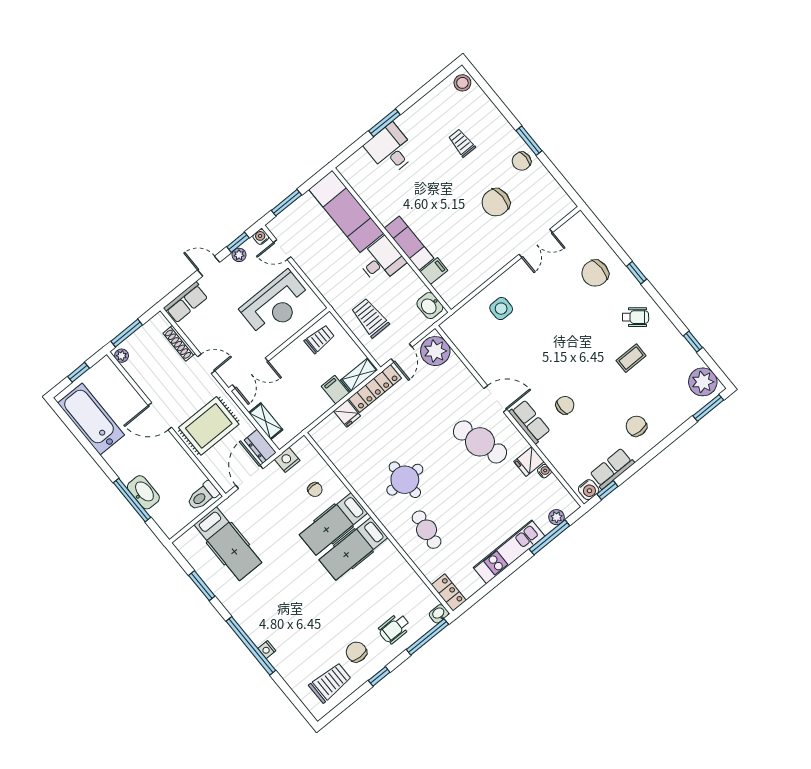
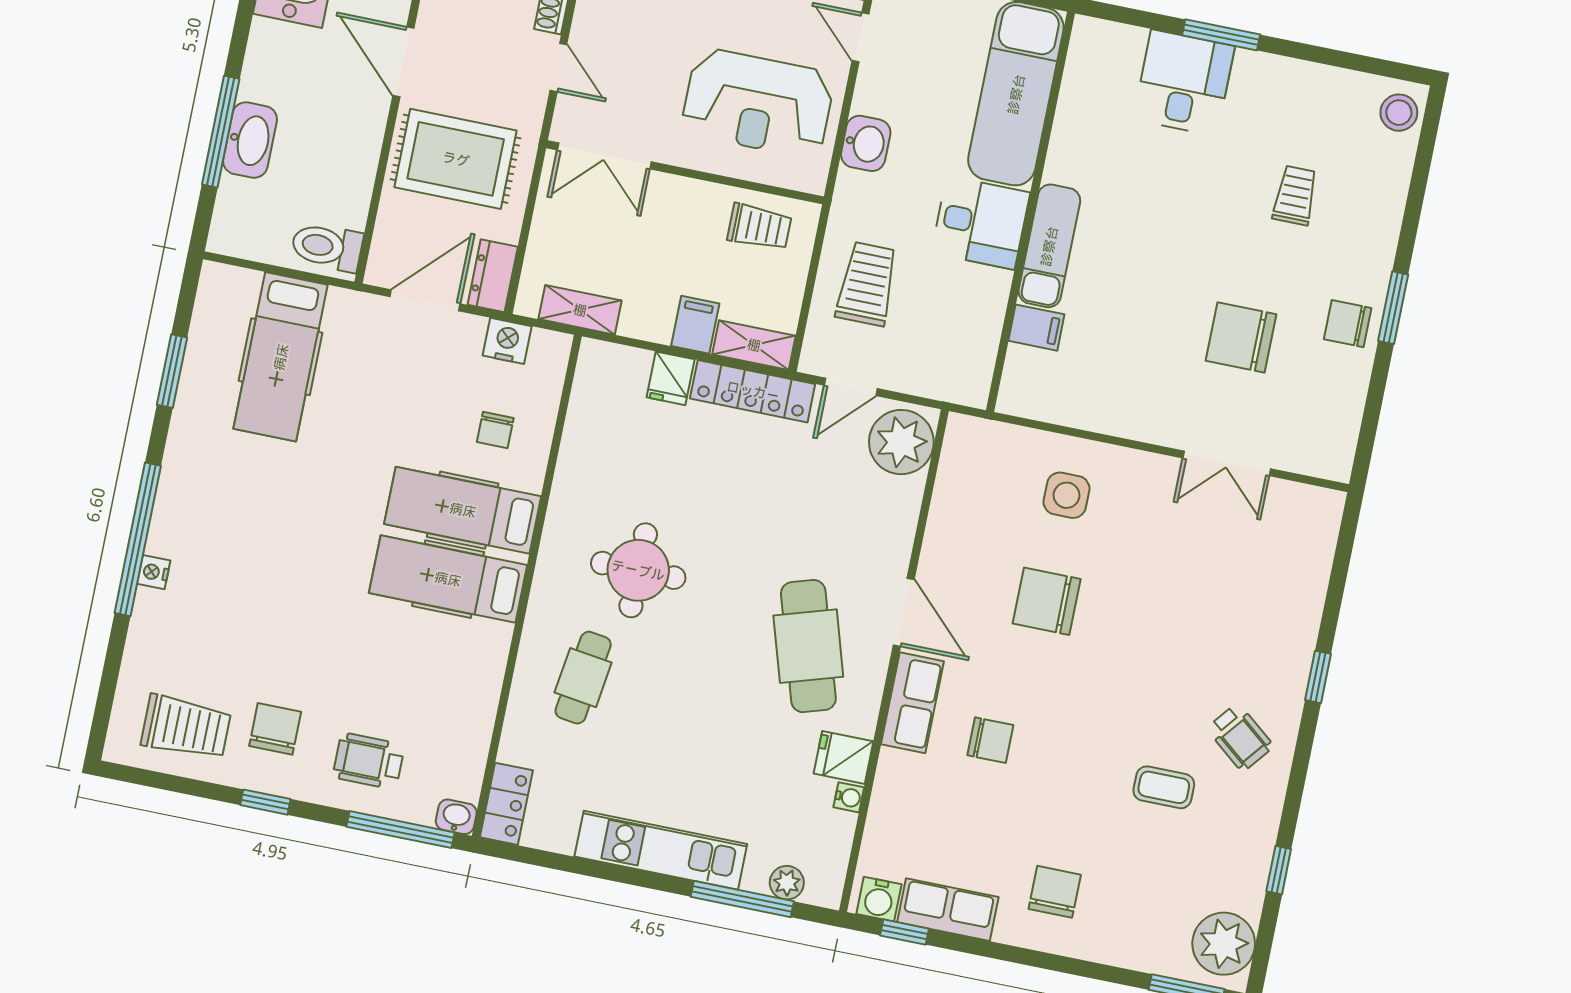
chair: (595, 273) -> (1047, 601), moved
washbasin: (430, 306) -> (866, 143), moved, turned 180
shelving: (266, 421) -> (580, 310), moved, turned 90

